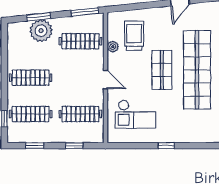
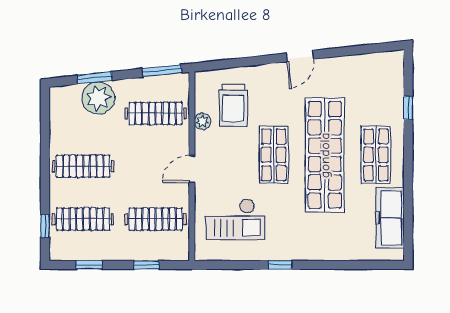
trolley: (134, 36) -> (233, 105), turned 180
door: (105, 80) -> (192, 169), swing flipped

